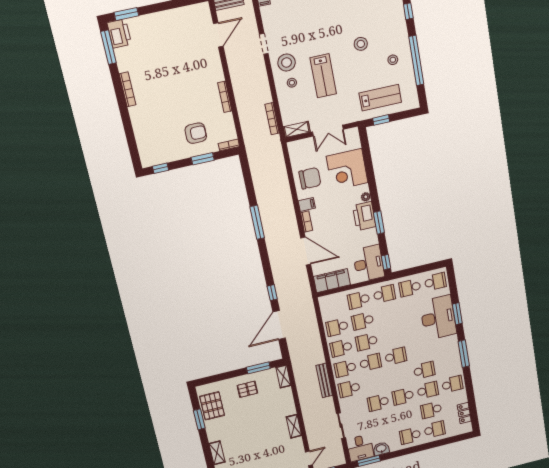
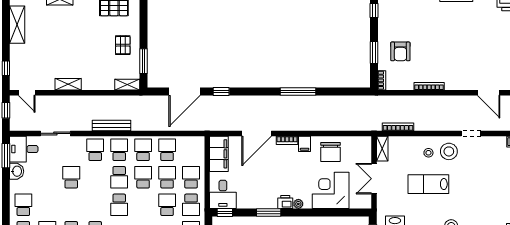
printer: (364, 216) -> (285, 202), width x0.53, depth x0.68
desk: (369, 263) -> (223, 194), width x0.73
door: (279, 325) -> (185, 91), swing flipped
school desk: (403, 396) -> (167, 205), moved

